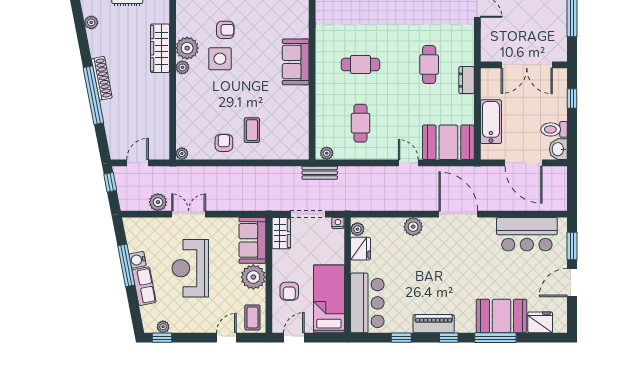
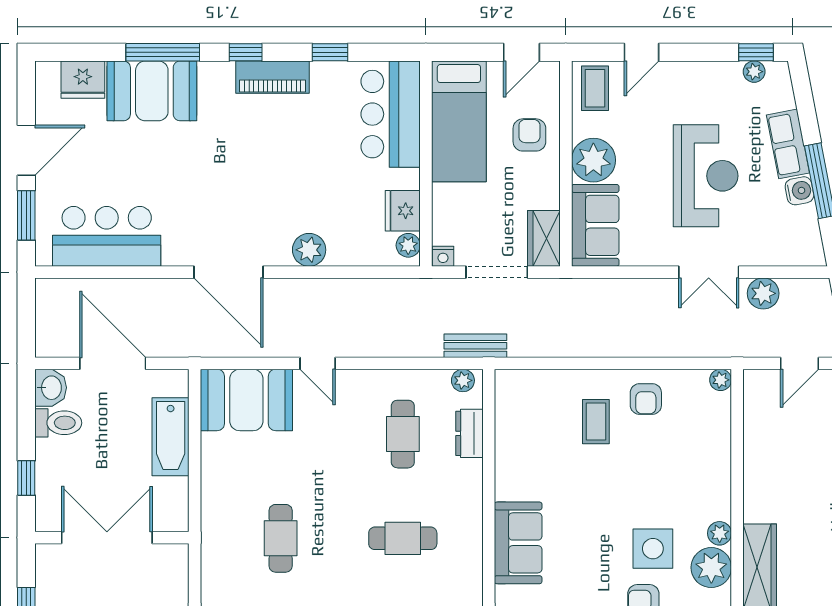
dresser: (467, 80) -> (469, 433), moved, turned 180

